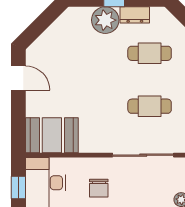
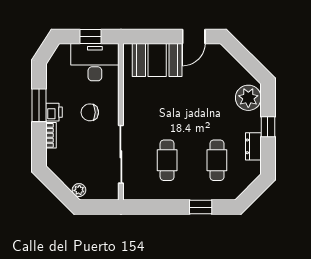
plant: (105, 20) -> (248, 98), moved
booth: (52, 135) -> (157, 60), moved, turned 90

